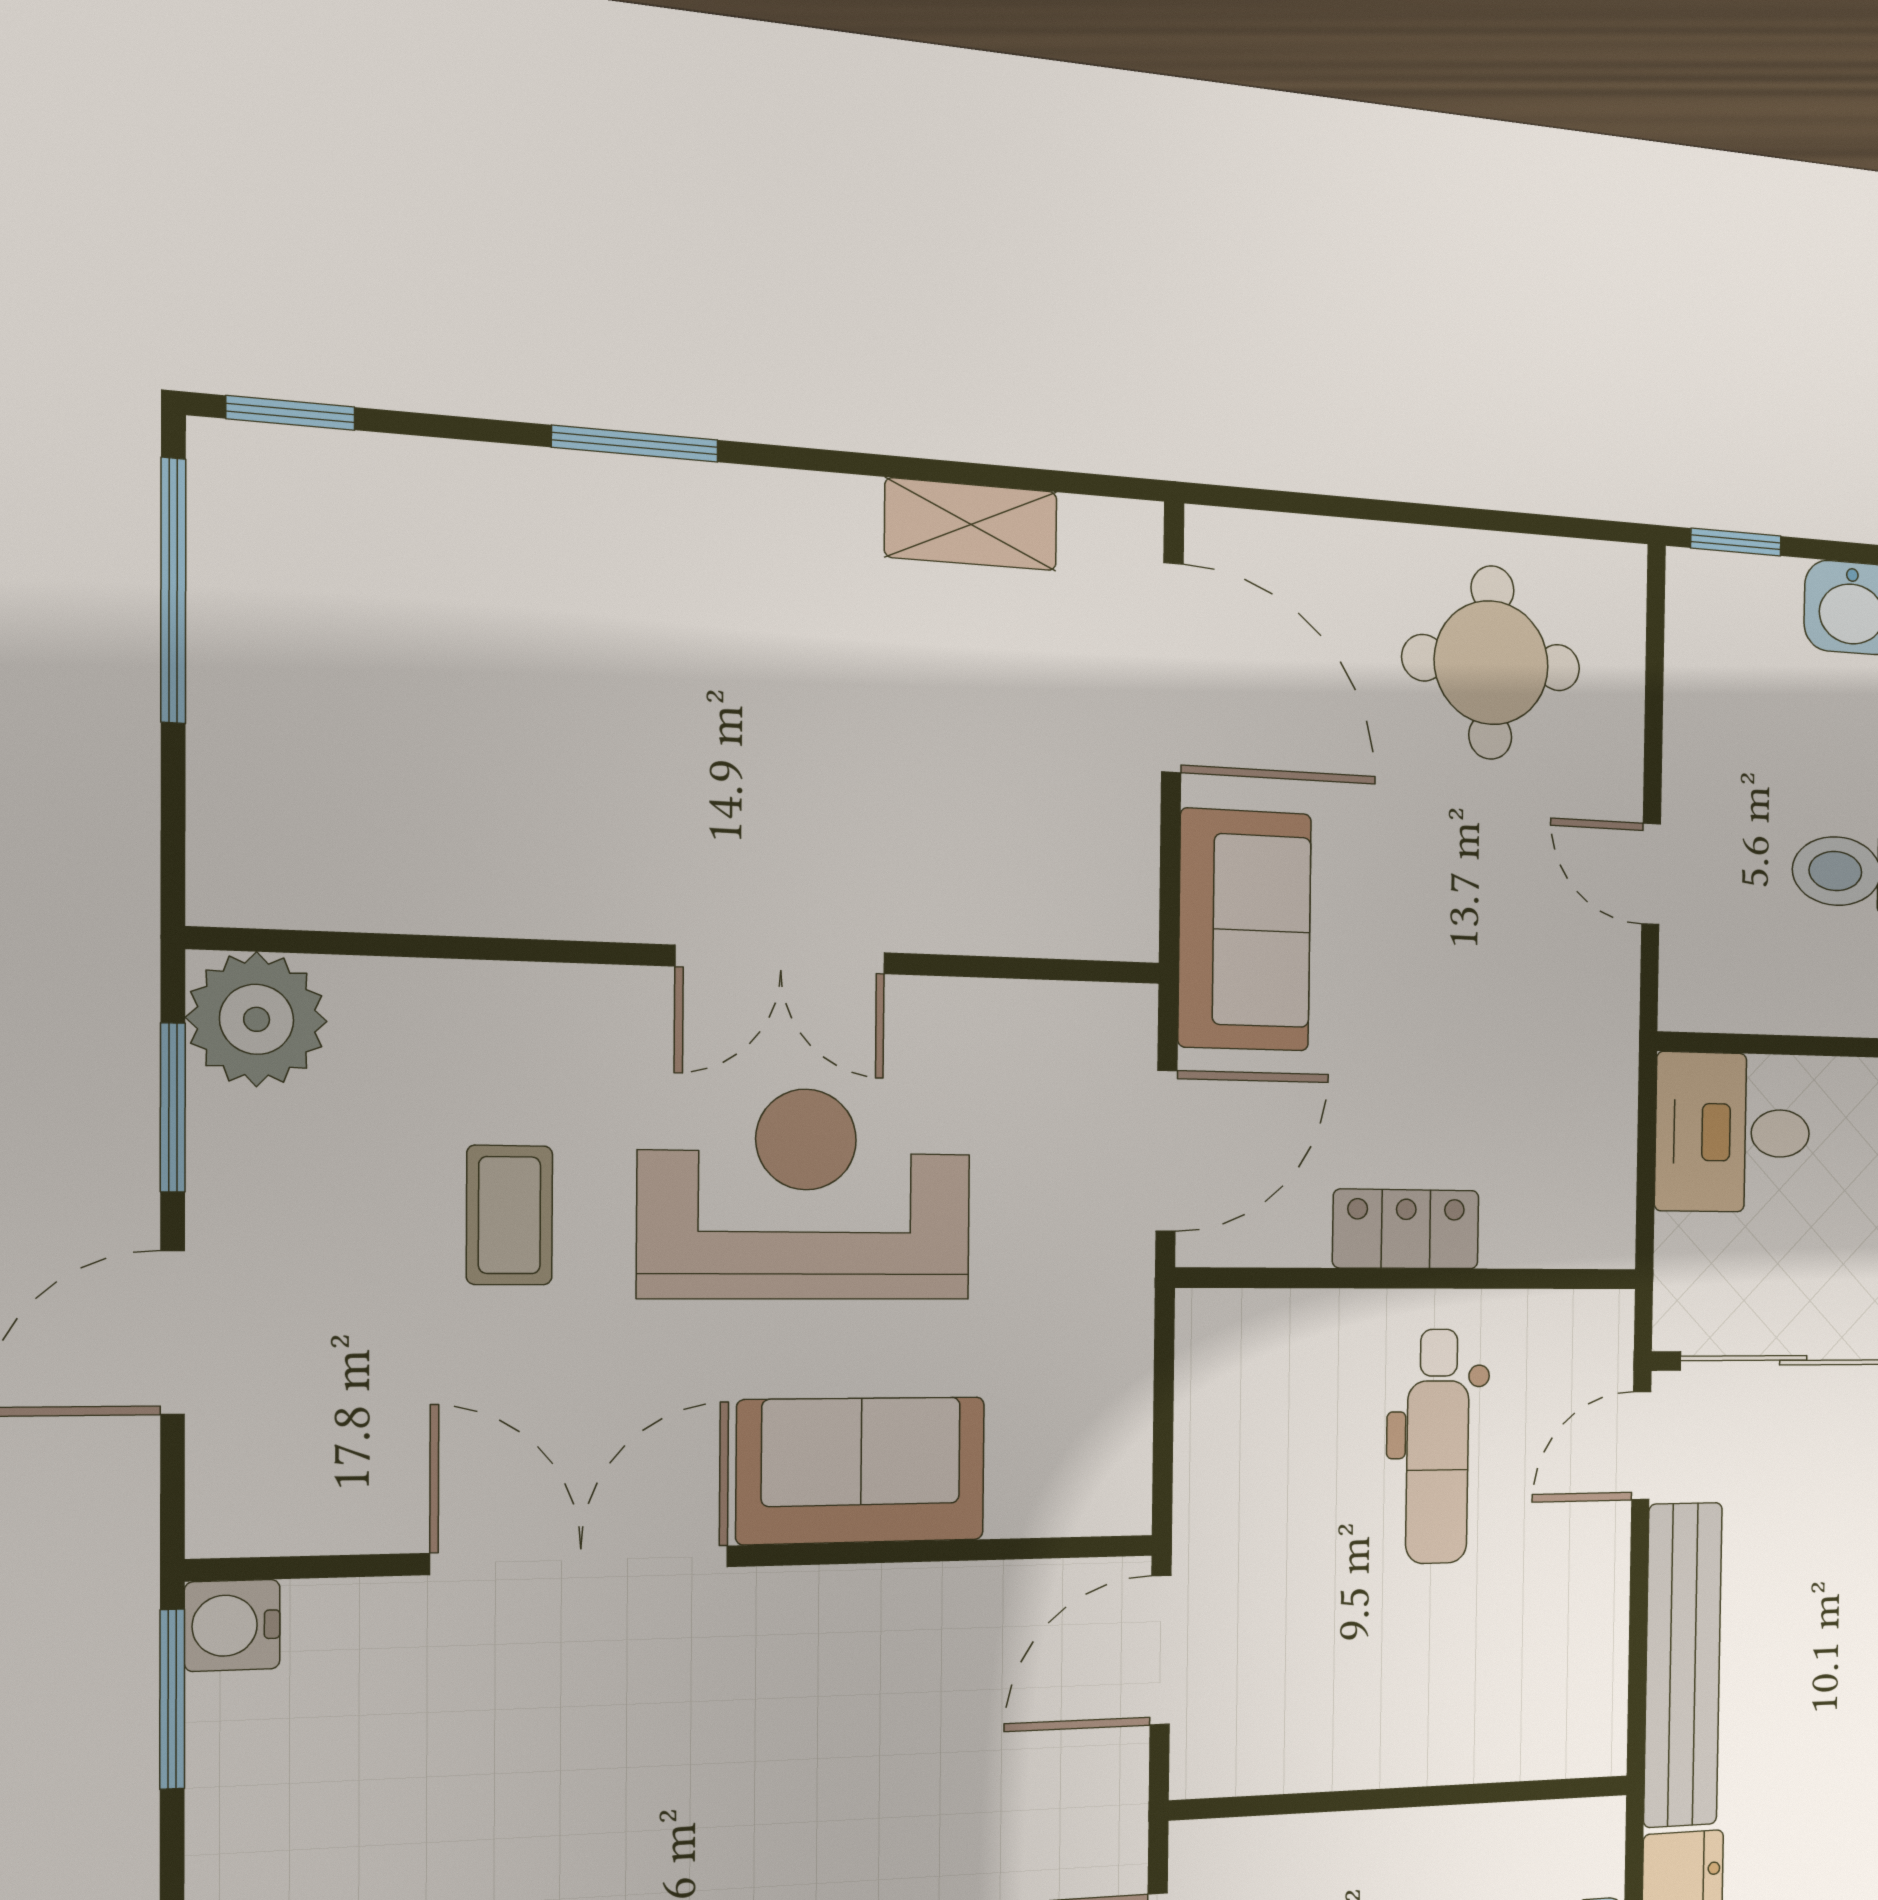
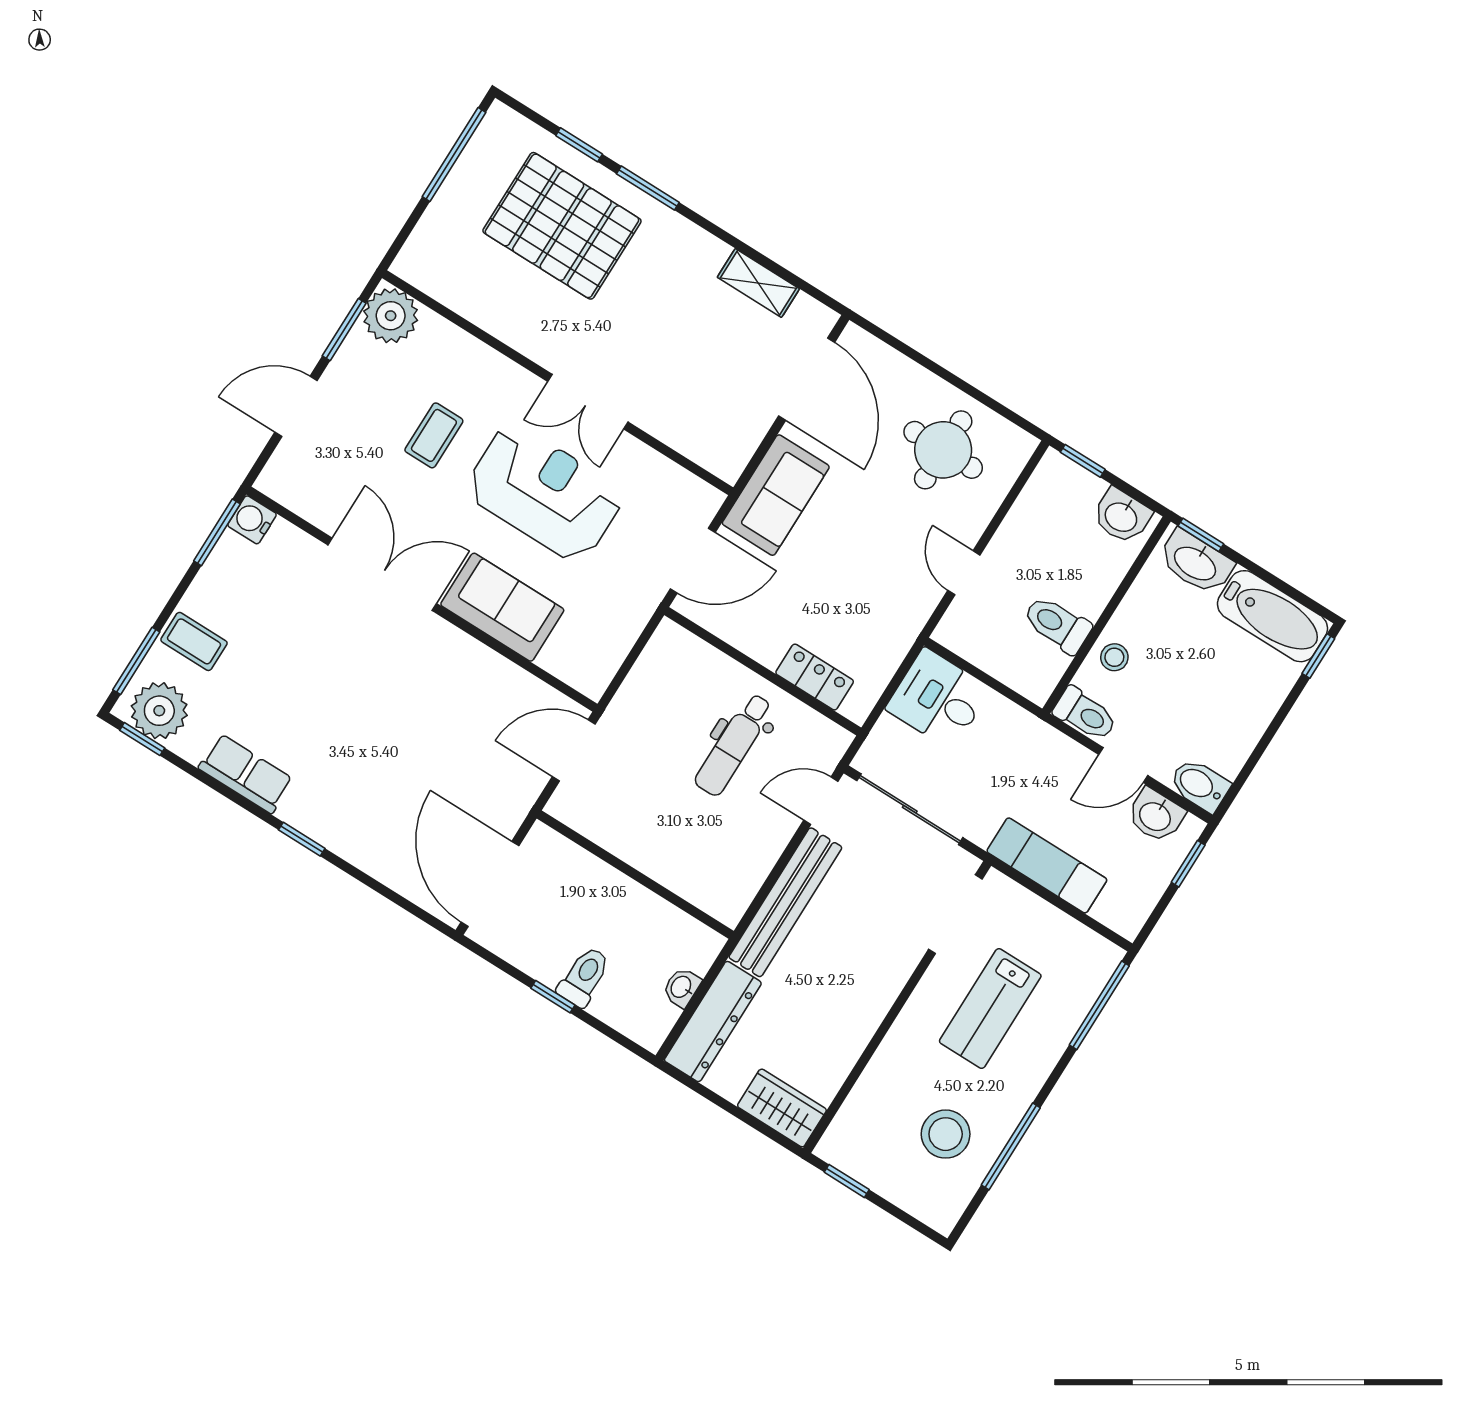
window: (291, 413) -> (579, 145), moved
pallet: (505, 622) -> (562, 226), added
locker: (1406, 1229) -> (815, 677), moved

